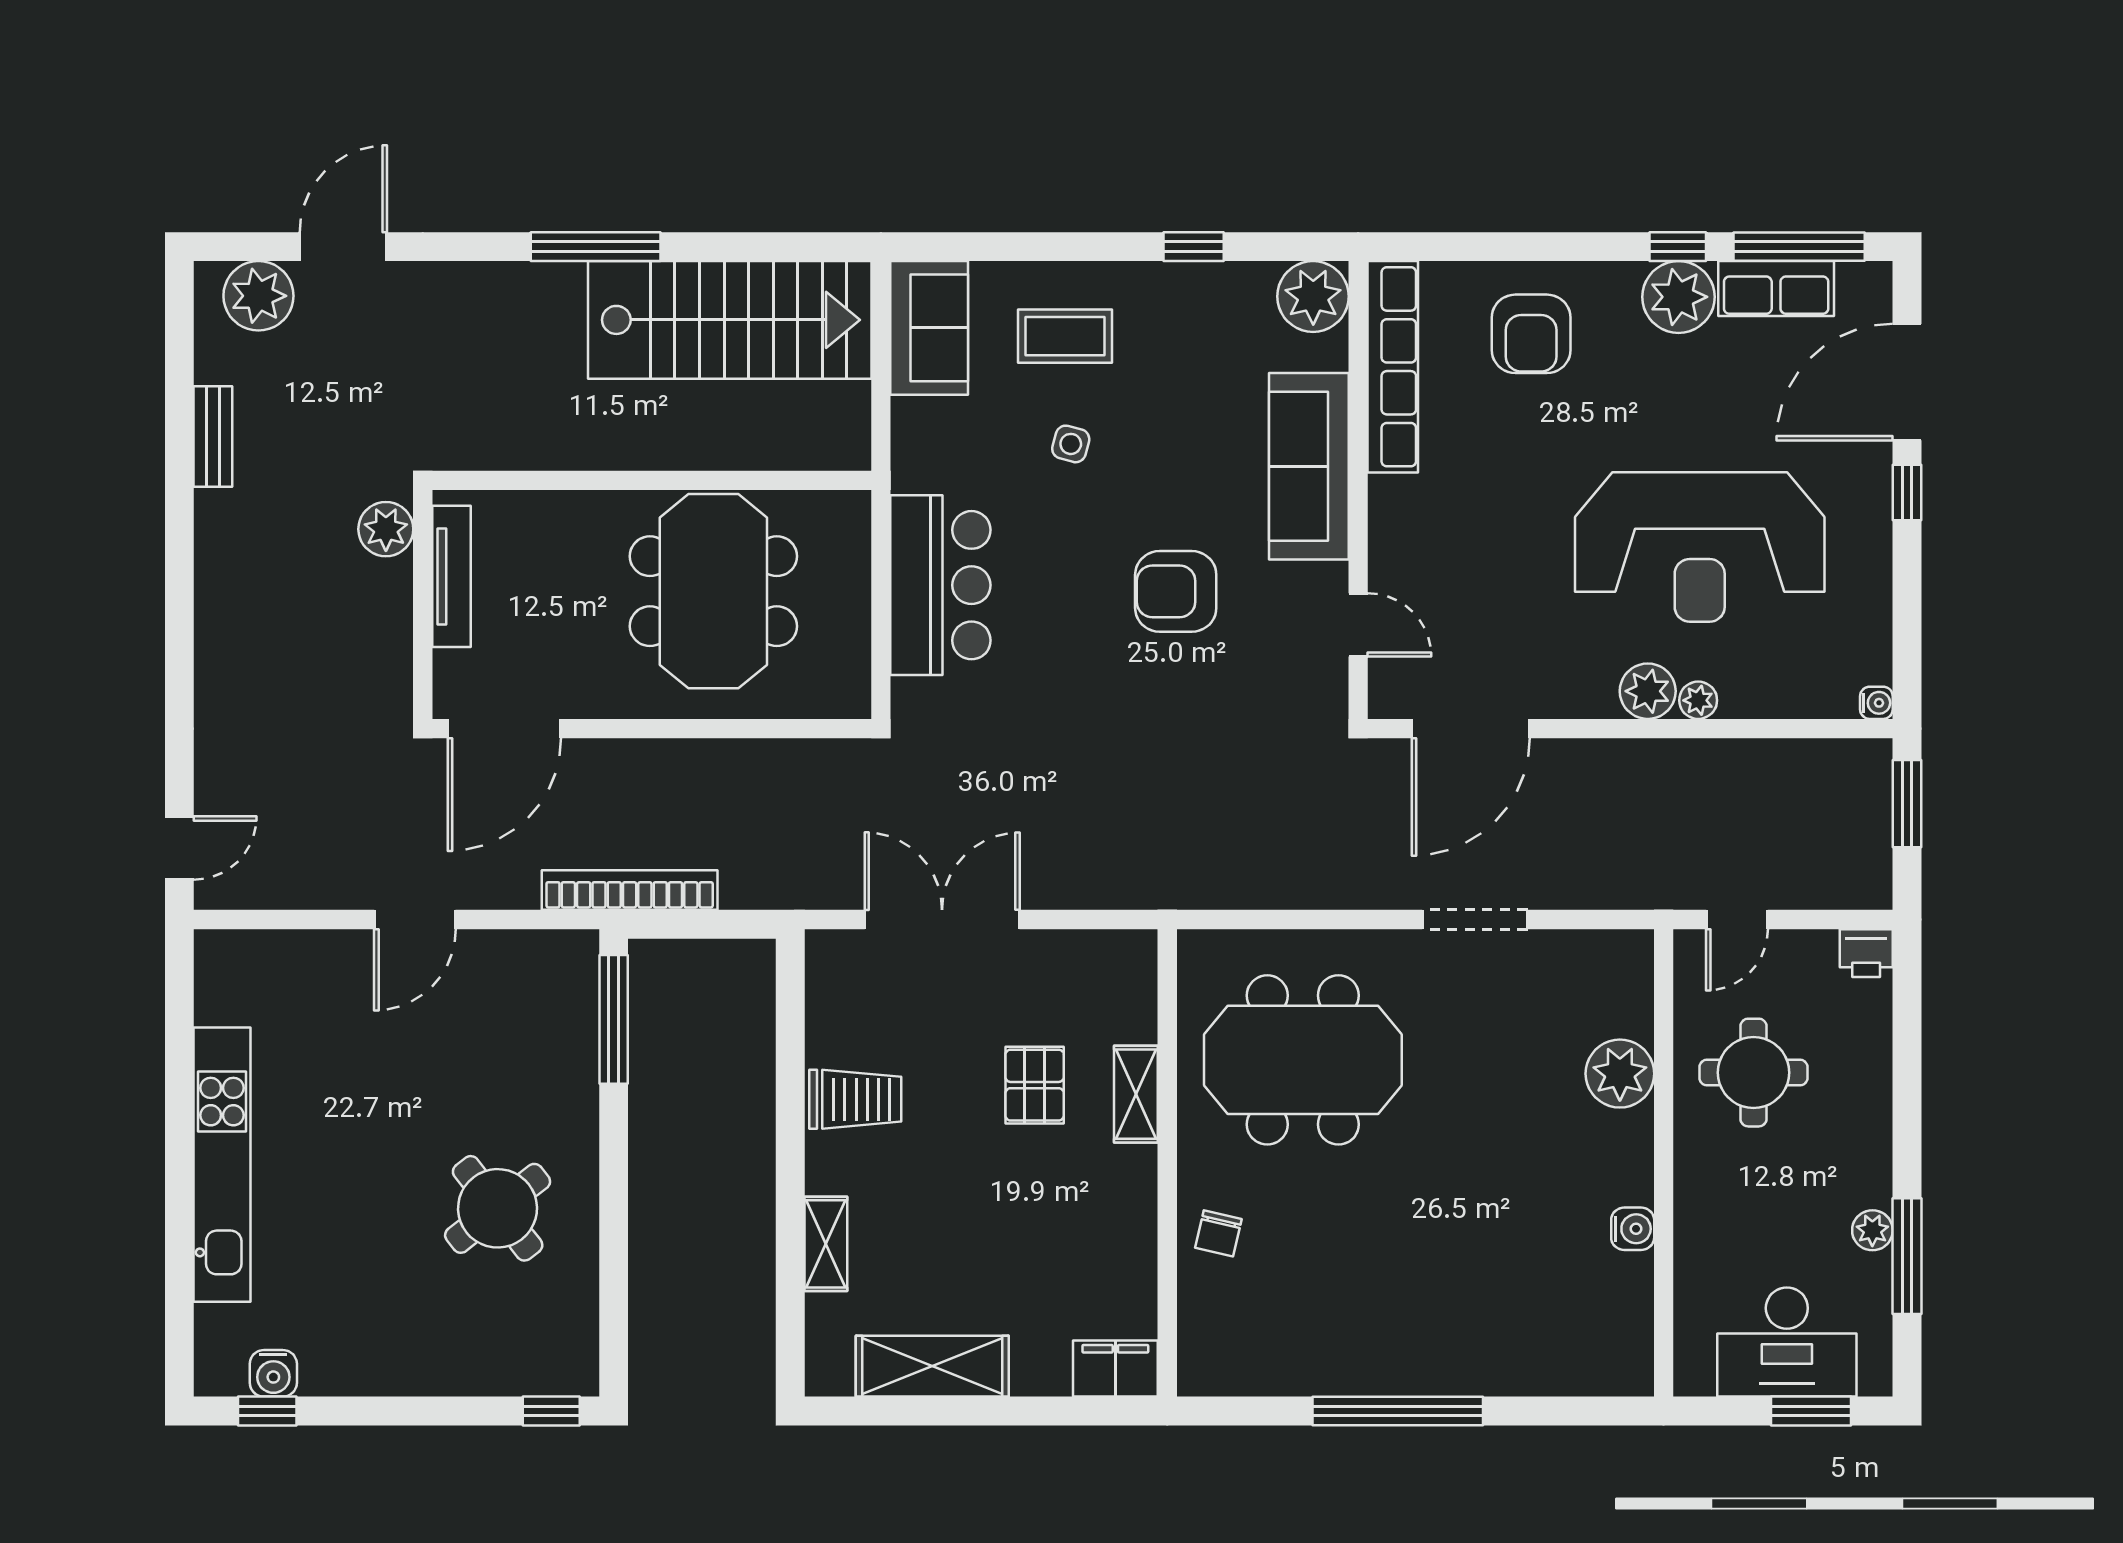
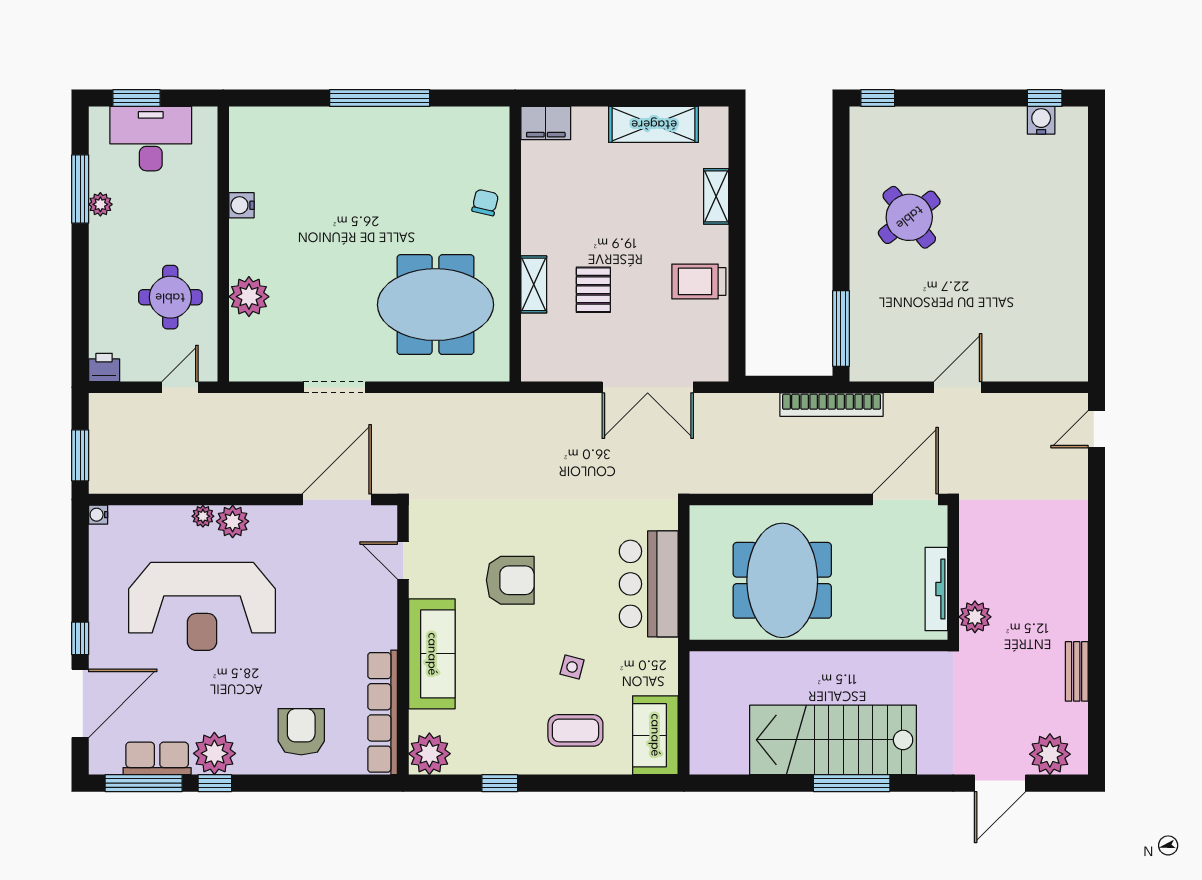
stairs: (730, 320) -> (833, 740), moved
reception desk: (1700, 547) -> (202, 606), turned 180
kitchen unit: (222, 1165) -> (1071, 243), removed

